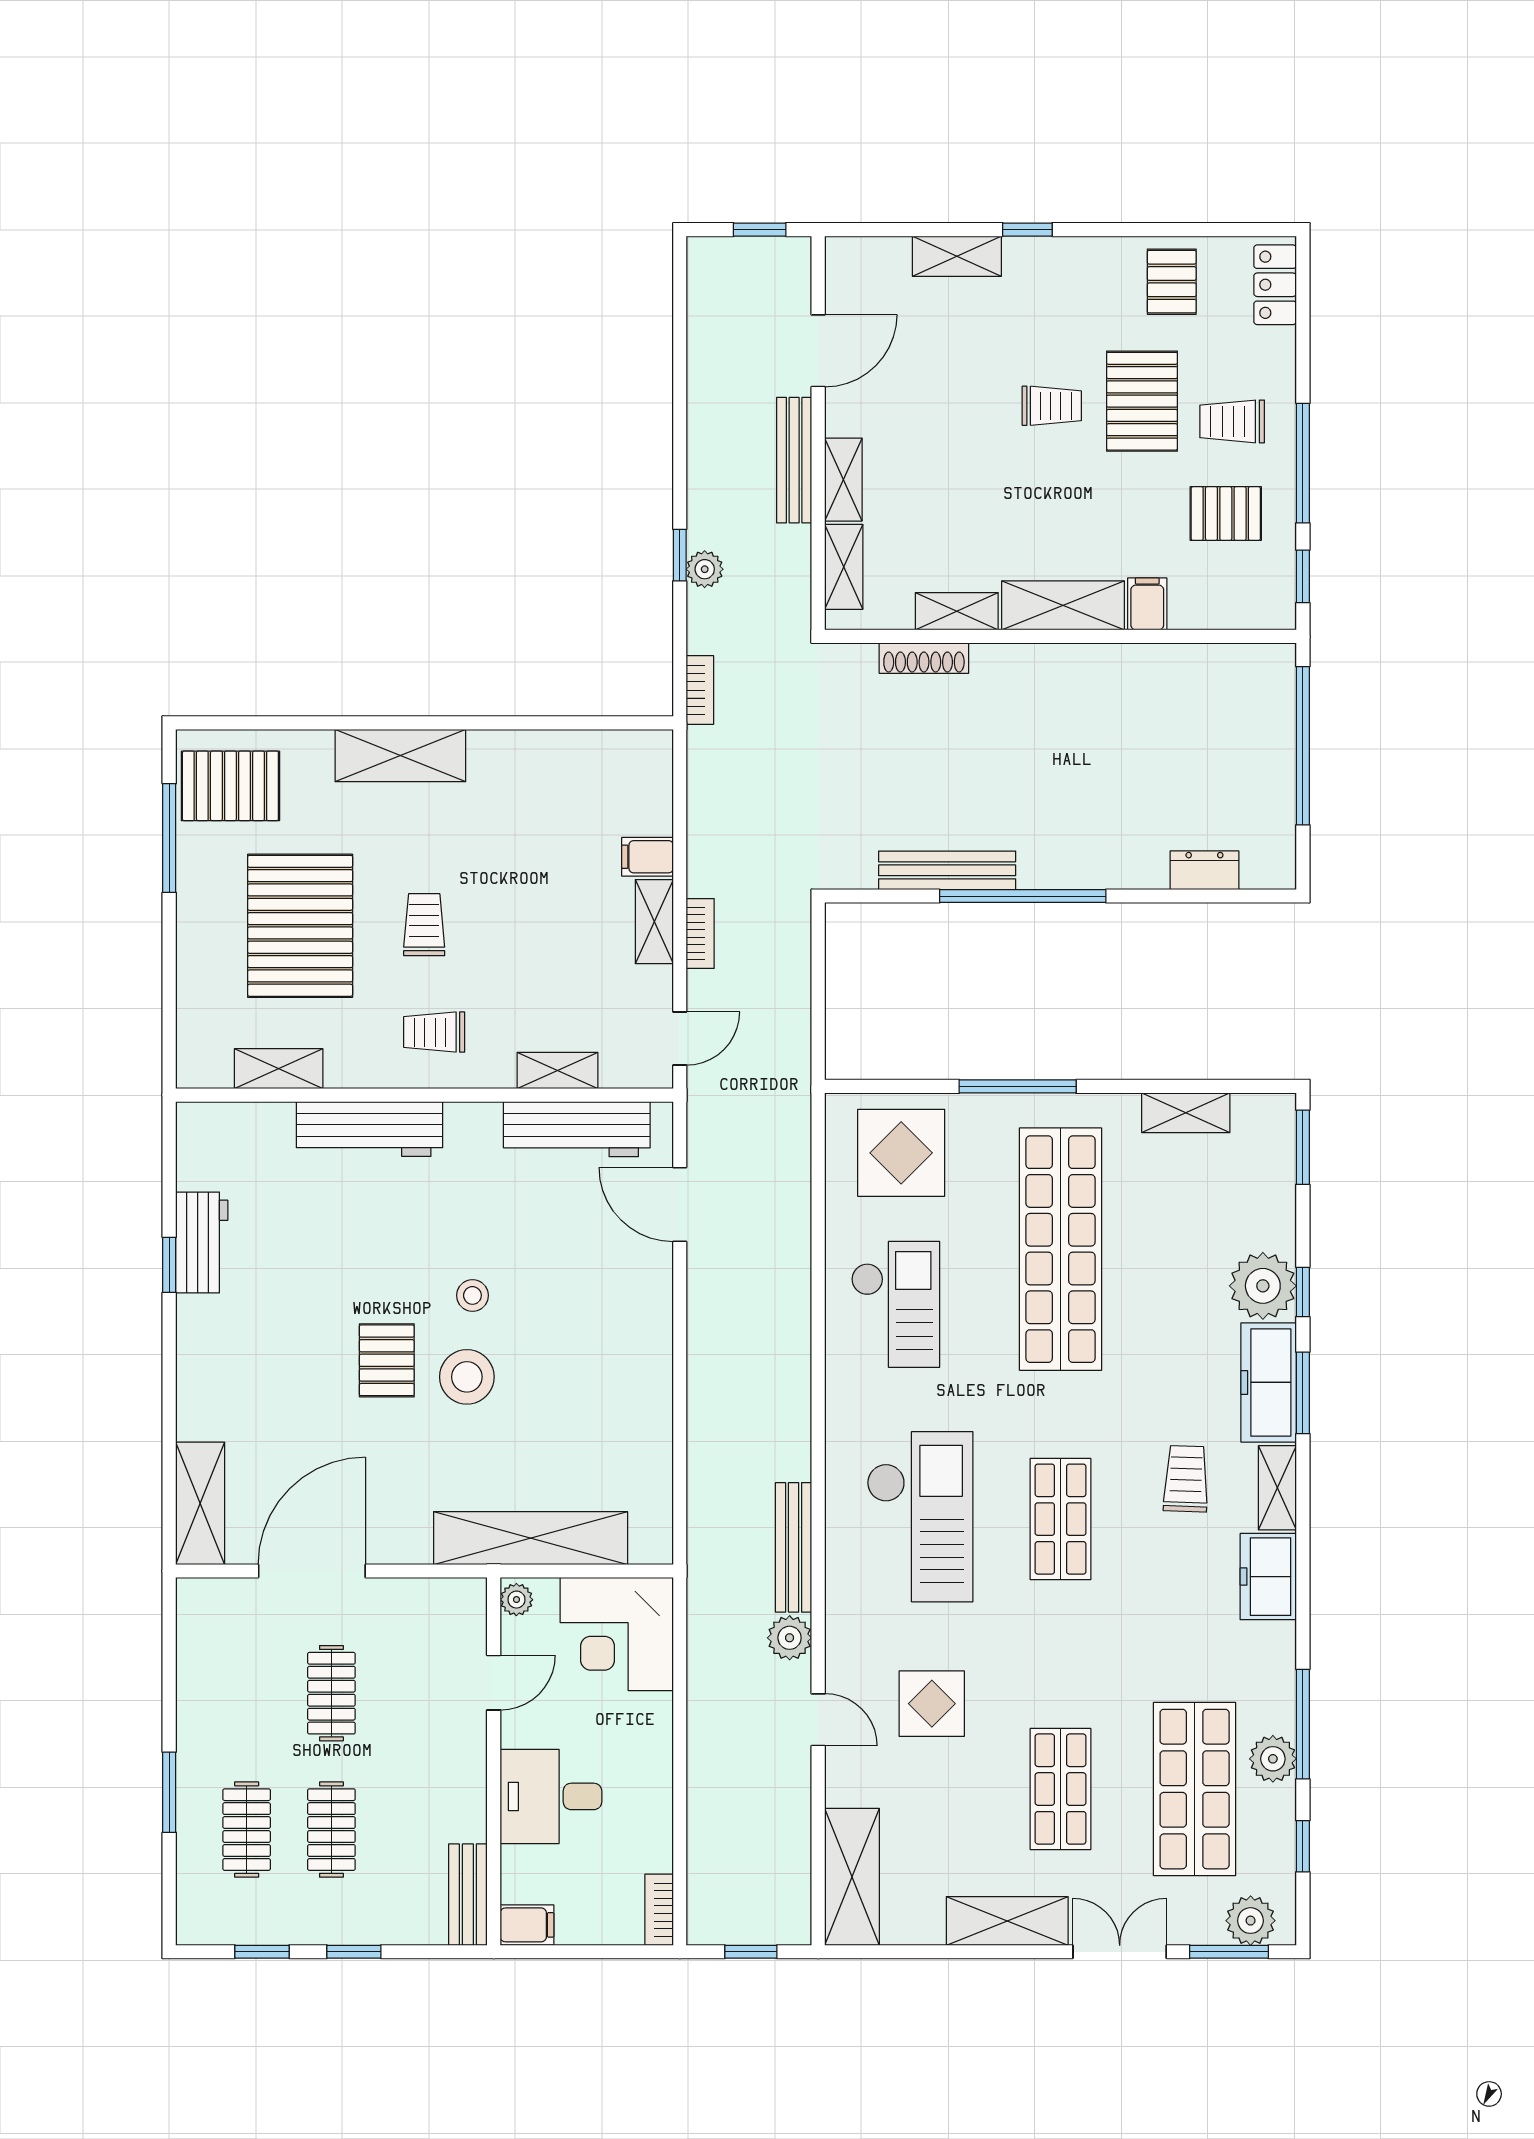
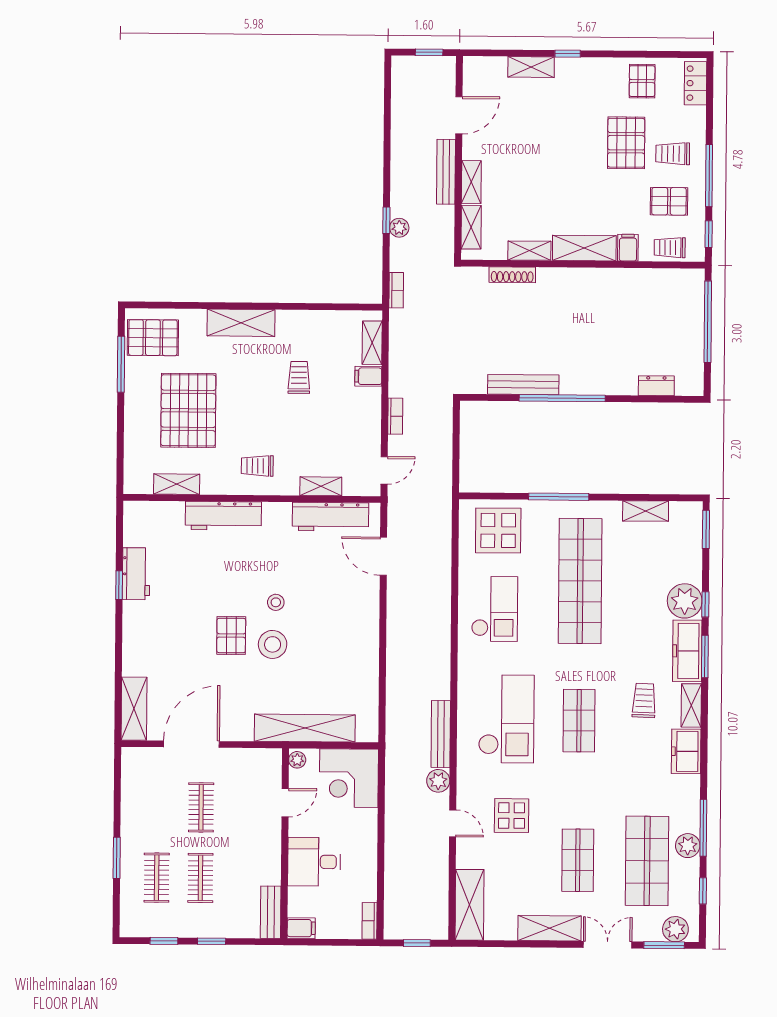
trolley: (1052, 406) -> (670, 248), moved, turned 180
shelving: (654, 922) -> (372, 343), moved
trolley: (424, 925) -> (299, 377), moved

